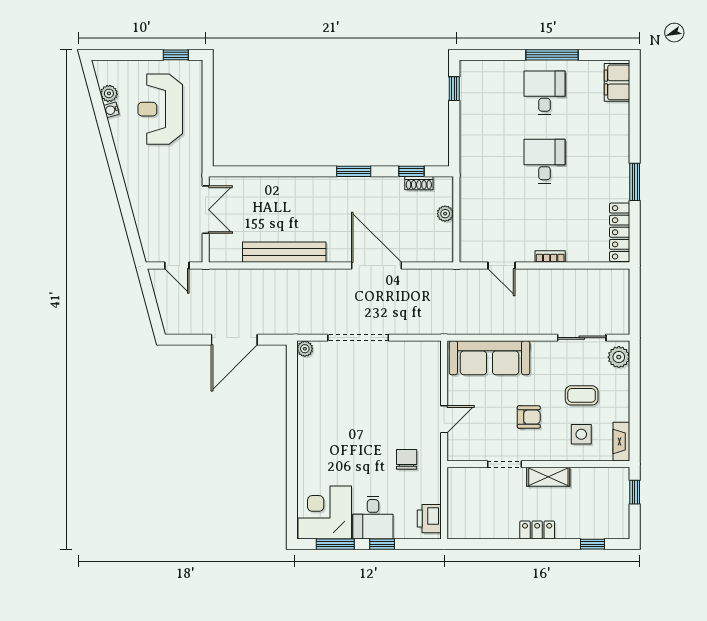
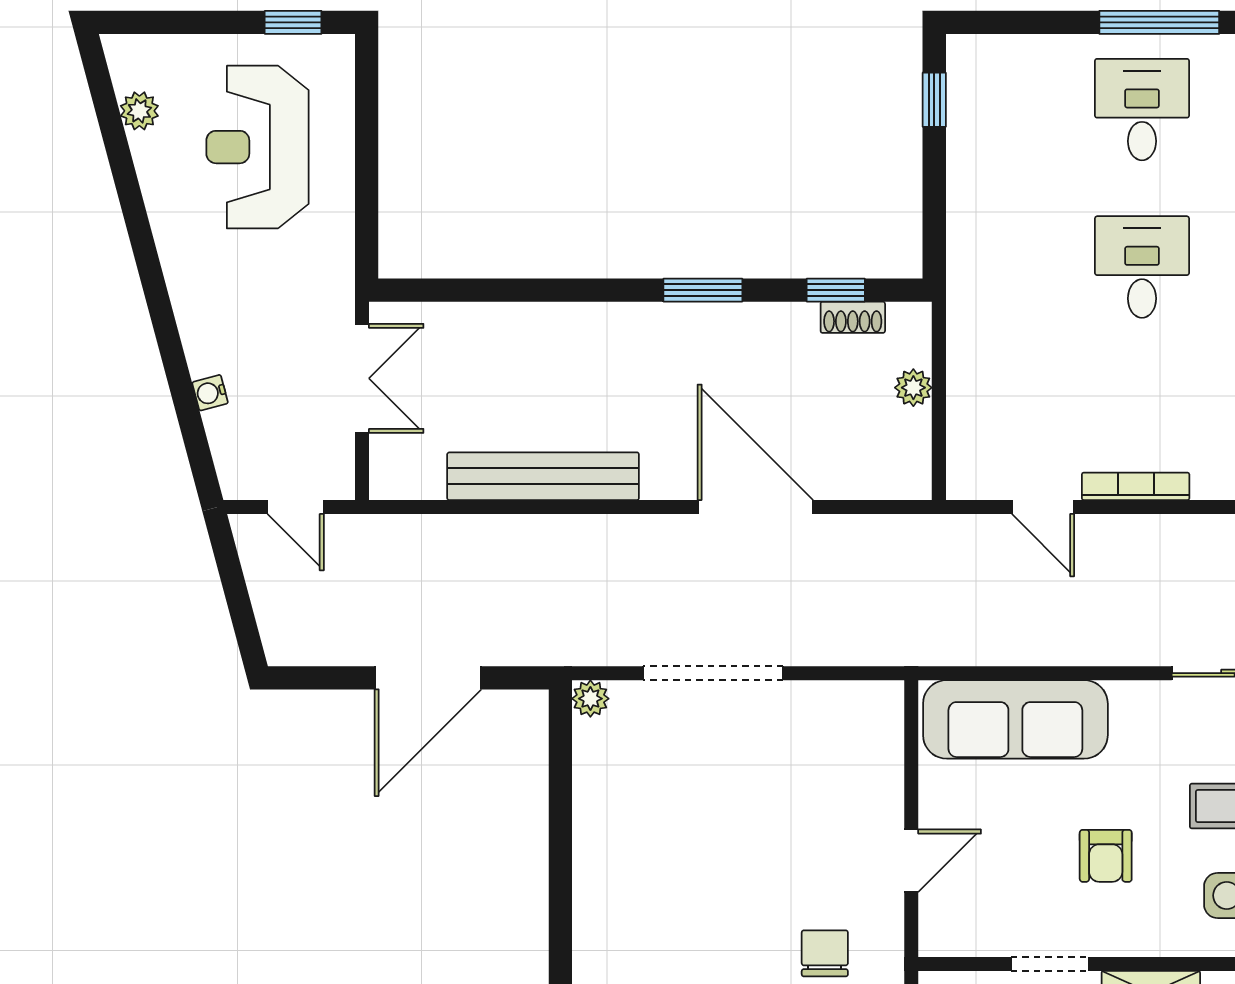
water cooler: (111, 110) -> (210, 393), moved
bookcase: (550, 257) -> (1136, 486), width x1.56
armchair: (529, 417) -> (1106, 856), turned 90

